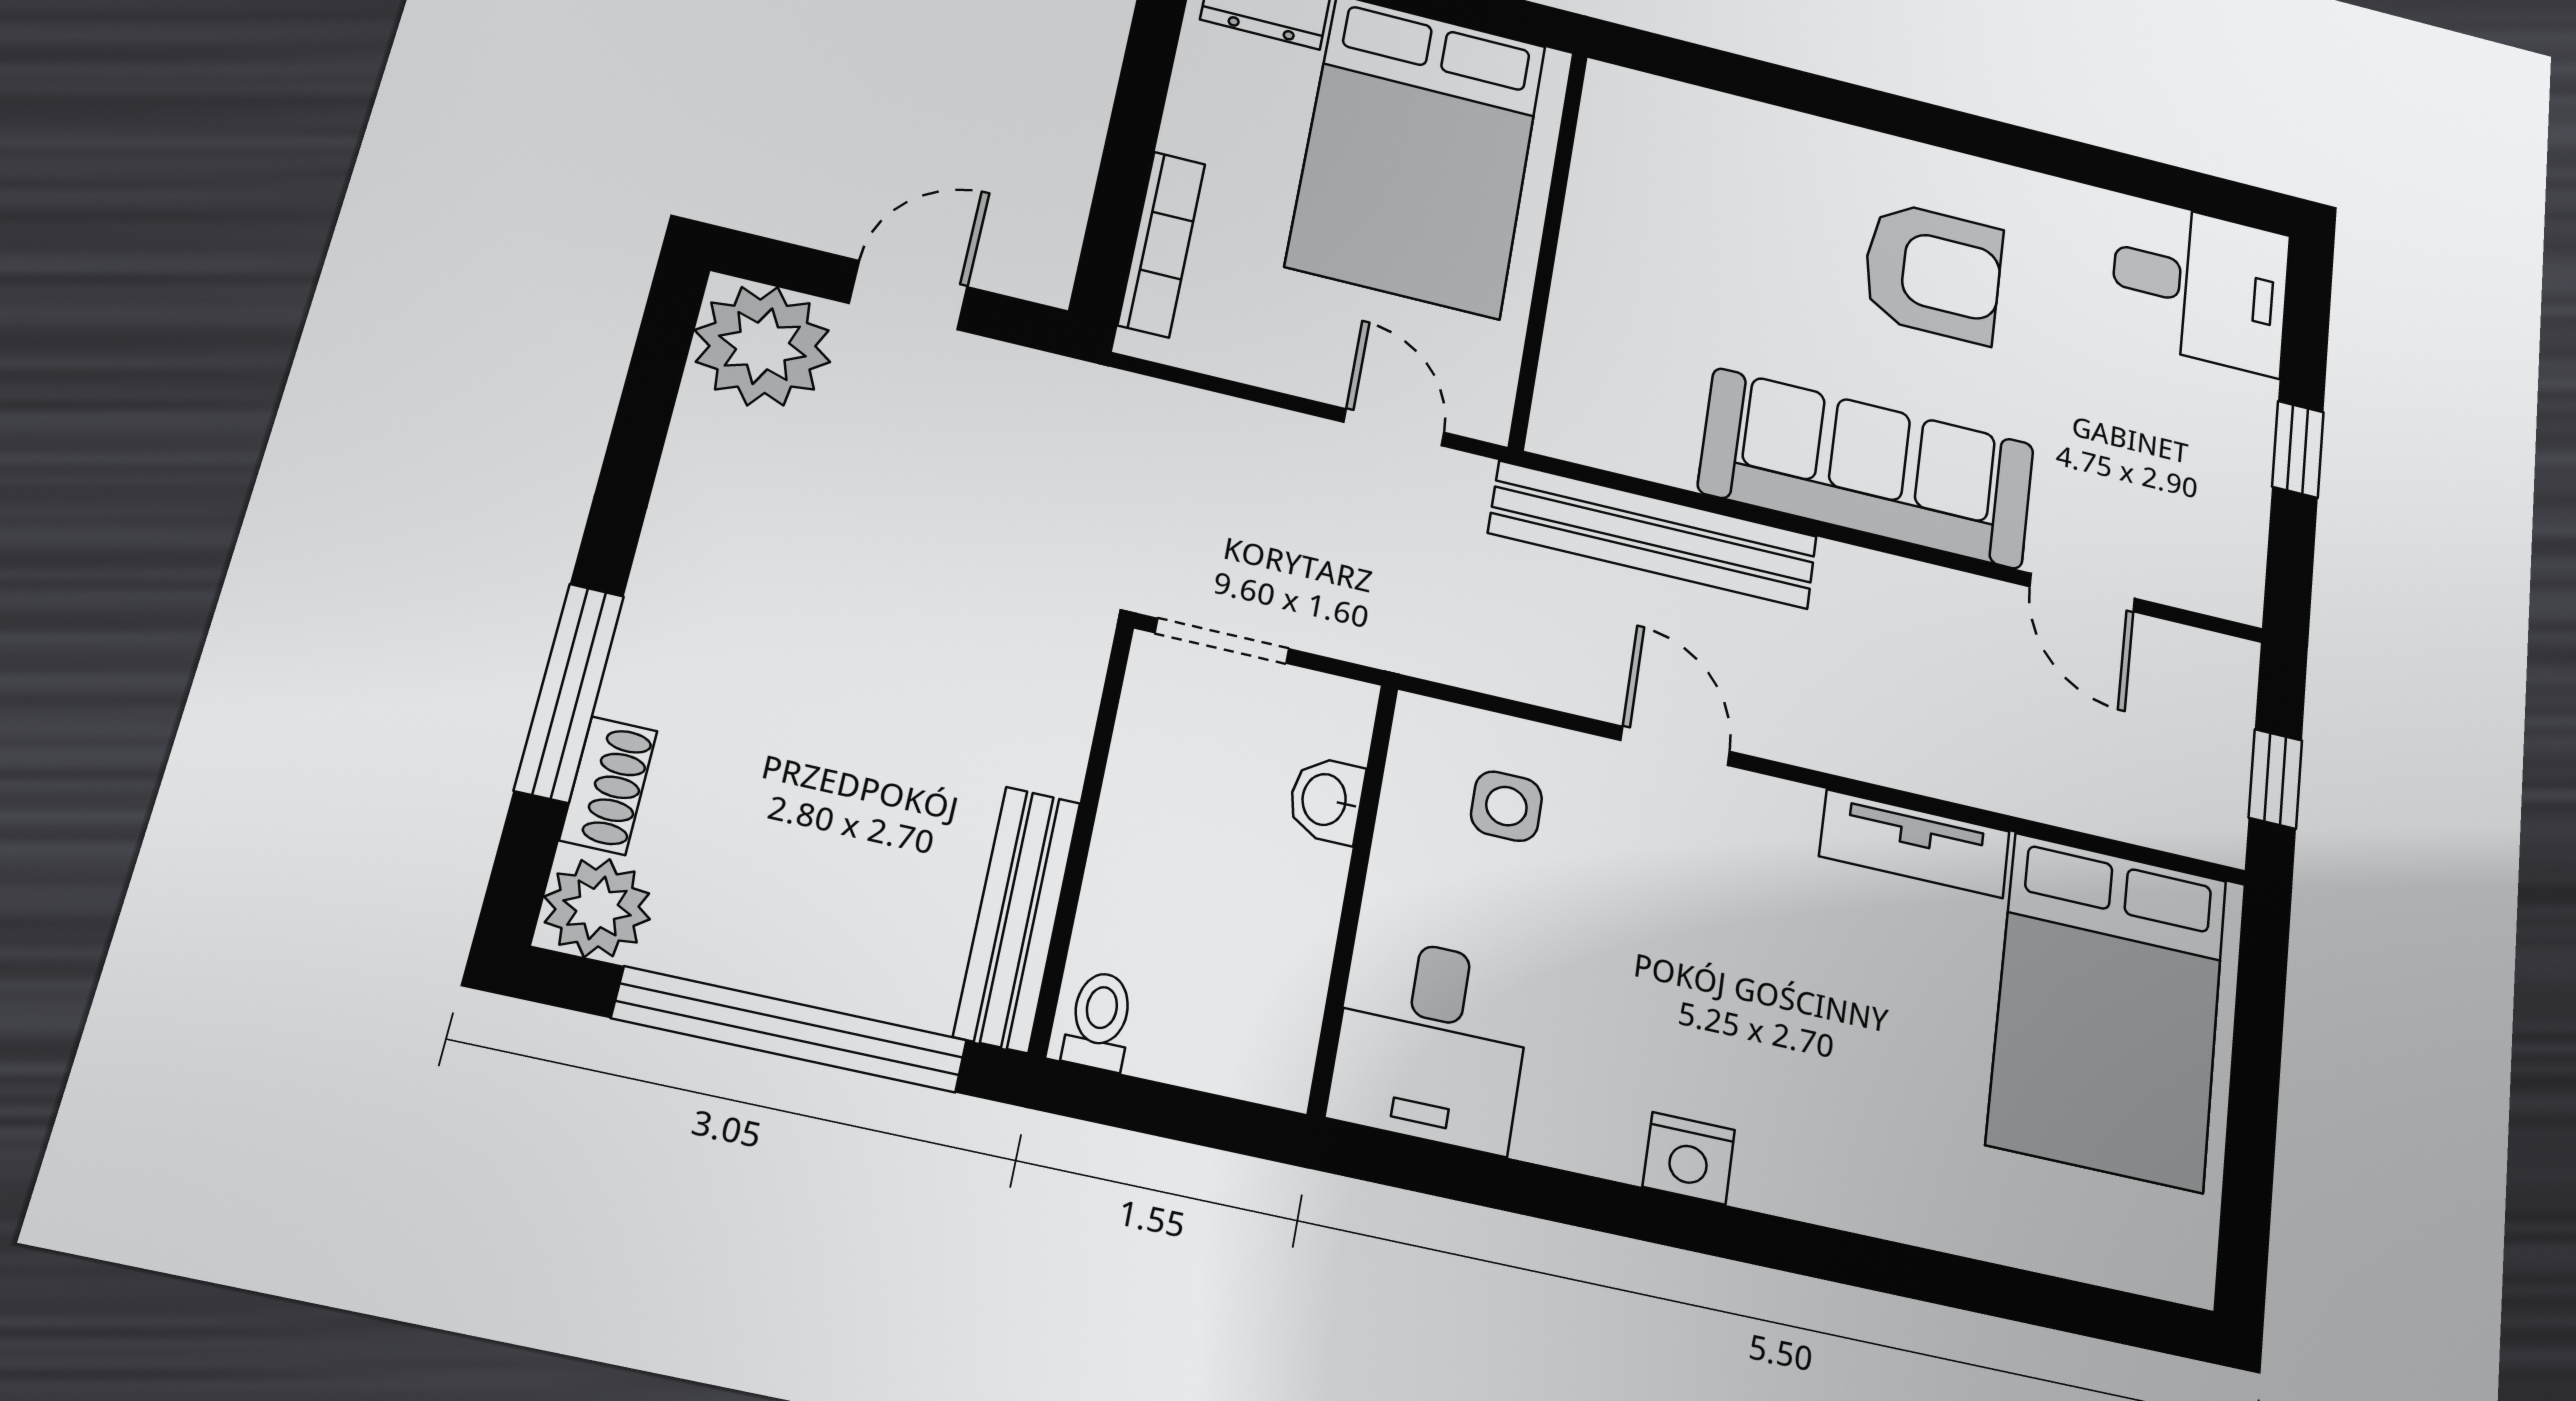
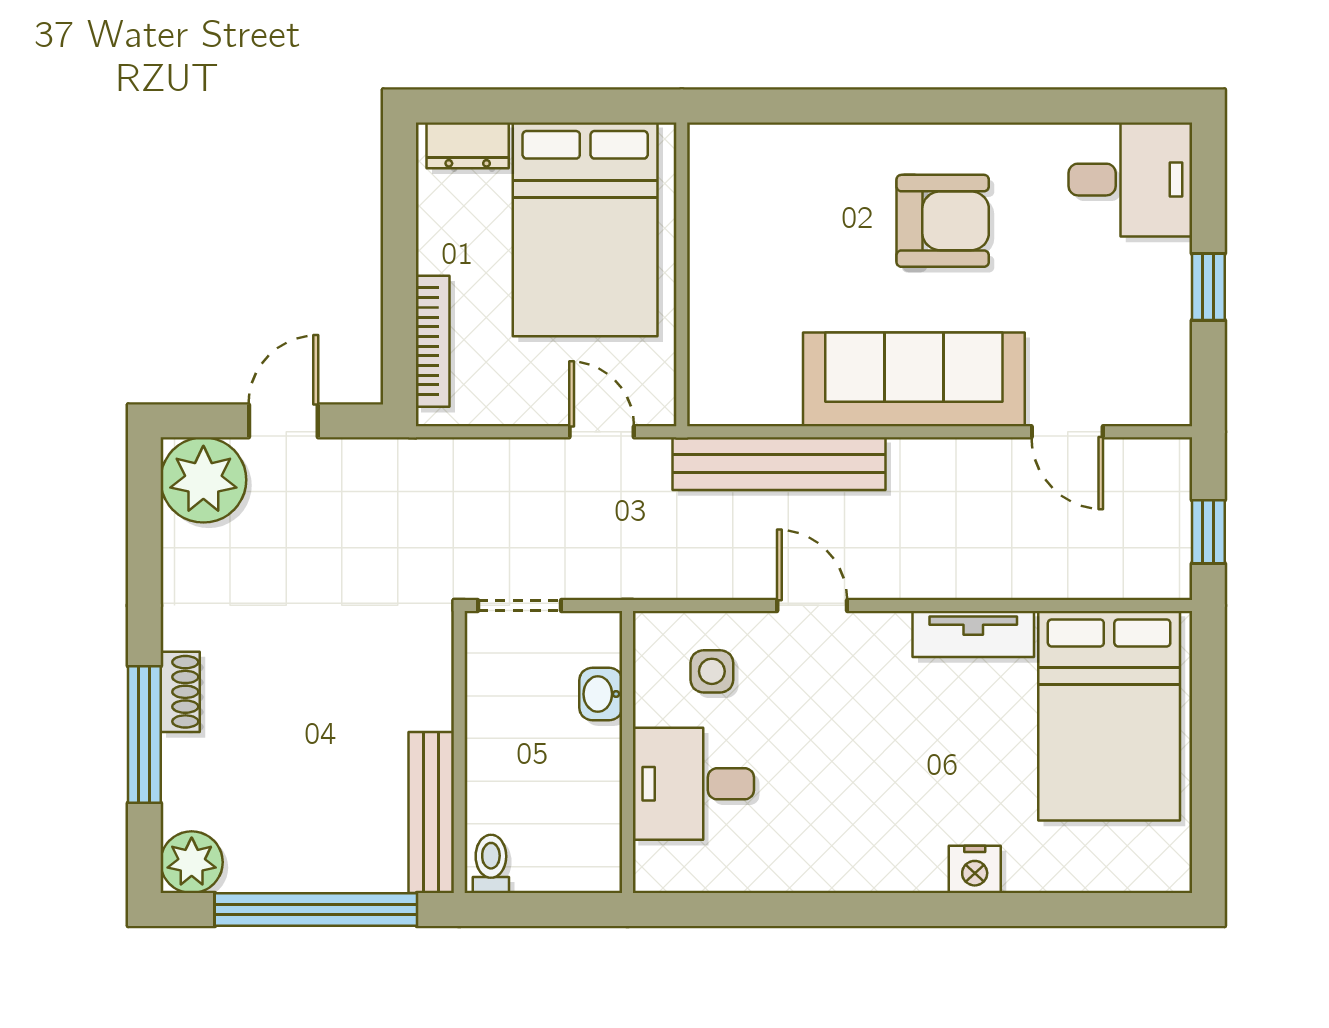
shoe rack: (608, 785) -> (180, 692), moved
desk: (1431, 1043) -> (693, 784), moved, turned 90
nightstand: (1689, 1158) -> (975, 869), moved

